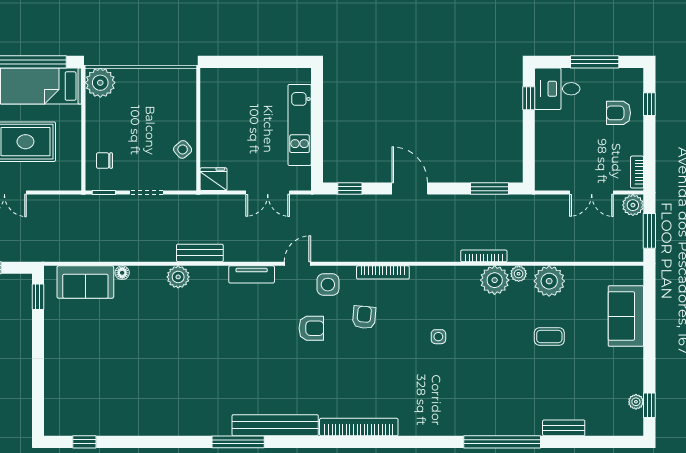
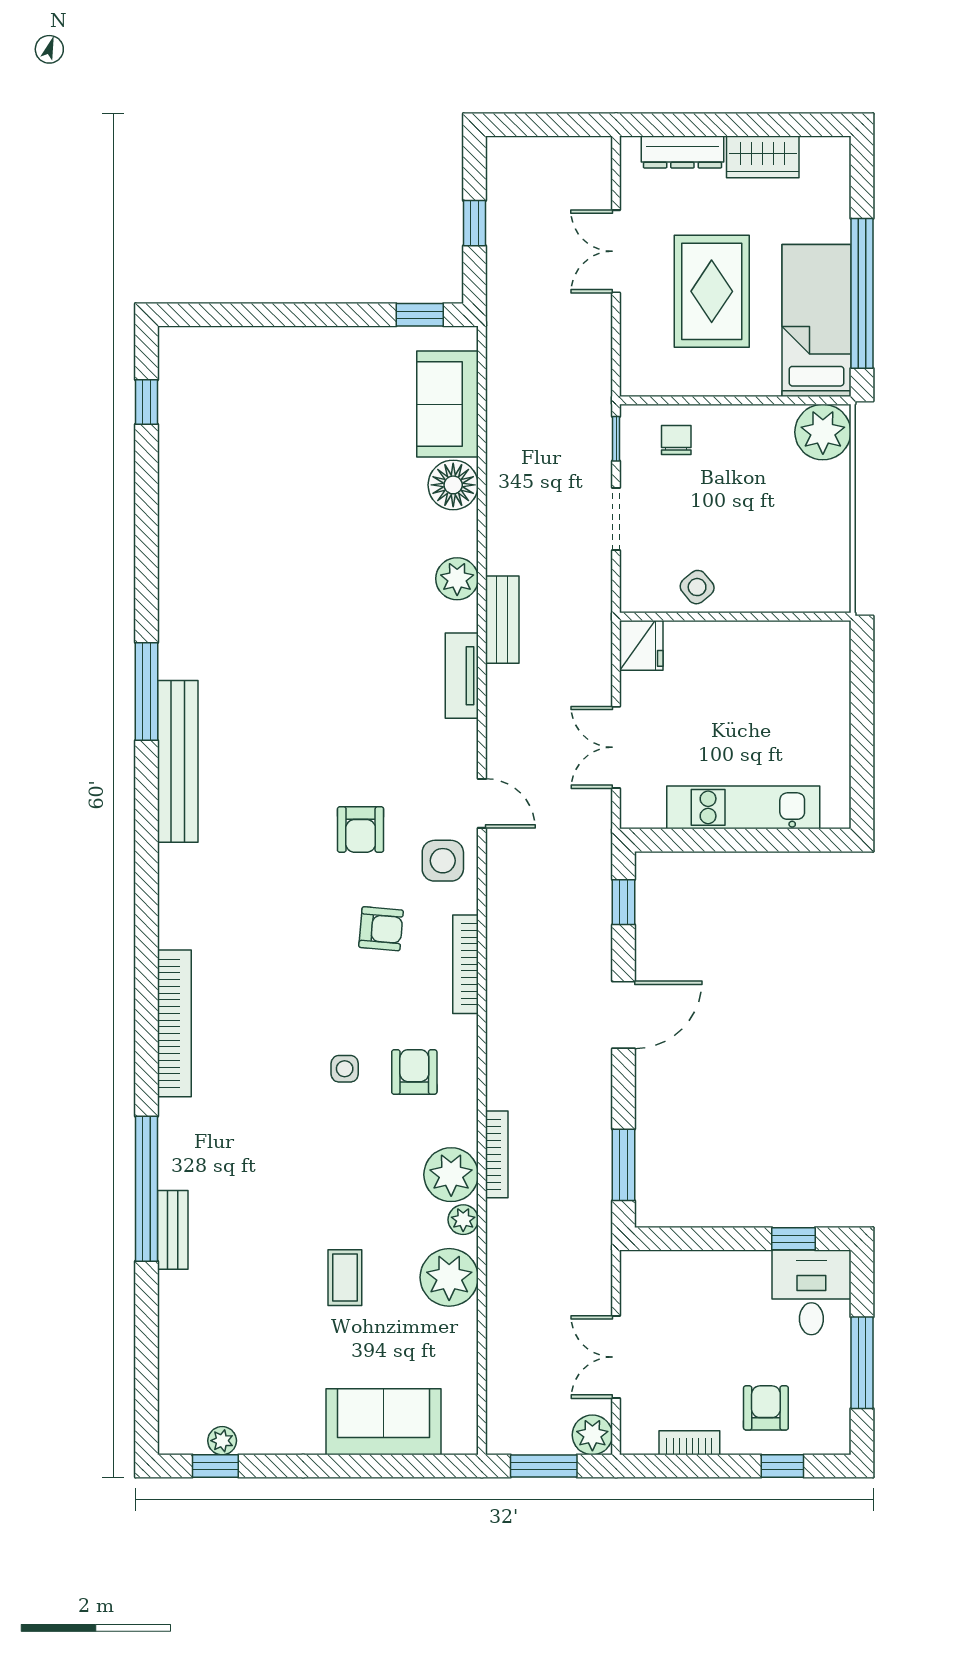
bookcase: (637, 172) -> (689, 1443), moved
floor lamp: (122, 273) -> (453, 485), width x1.89, depth x1.89
tv unit: (252, 274) -> (462, 676), moved
armchair: (440, 300) -> (414, 1072), added
bookcase: (359, 427) -> (174, 1023), moved
bench: (564, 428) -> (173, 1230), moved

